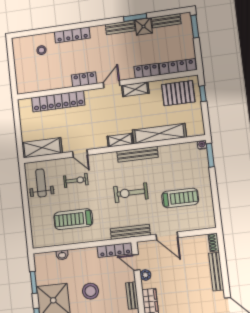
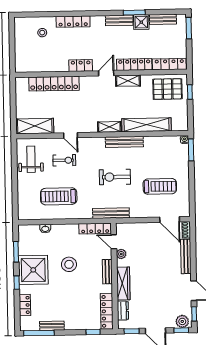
locker: (147, 71) -> (134, 65), width x1.53
door: (167, 236) -> (170, 220), moved

